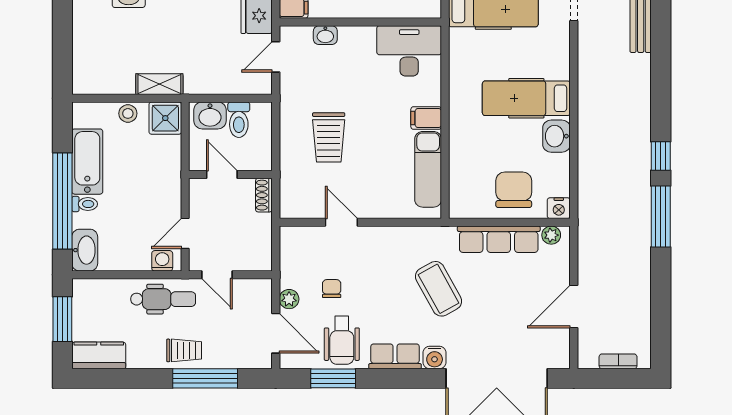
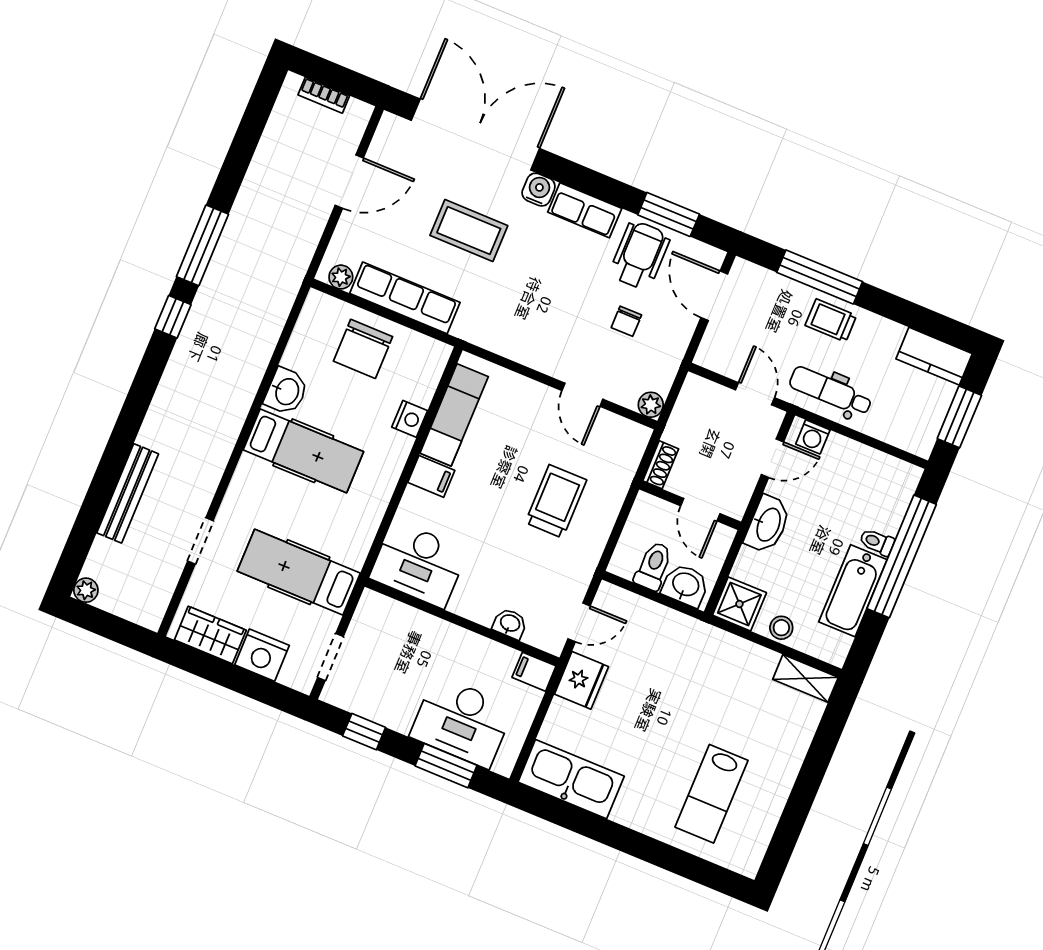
shelving: (159, 84) -> (805, 678), moved
nightstand: (559, 208) -> (410, 419), moved, turned 90
washbasin: (85, 250) -> (768, 524), moved, turned 180
coffee table: (439, 289) -> (469, 231), moved, turned -61
plant: (289, 299) -> (651, 405), moved

